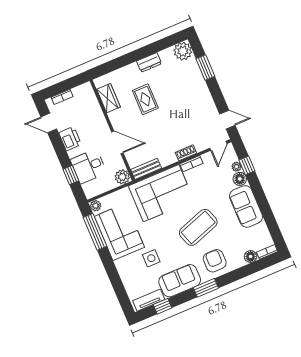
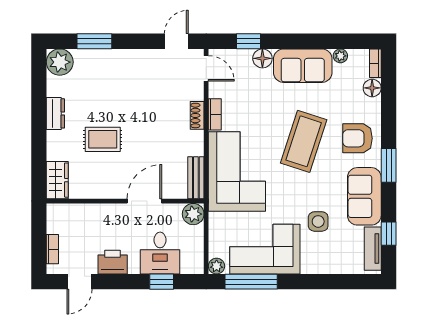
wardrobe: (108, 98) -> (57, 180), moved, turned 90
plant: (237, 167) -> (340, 56), moved
coffee table: (198, 227) -> (304, 141), turned 37

